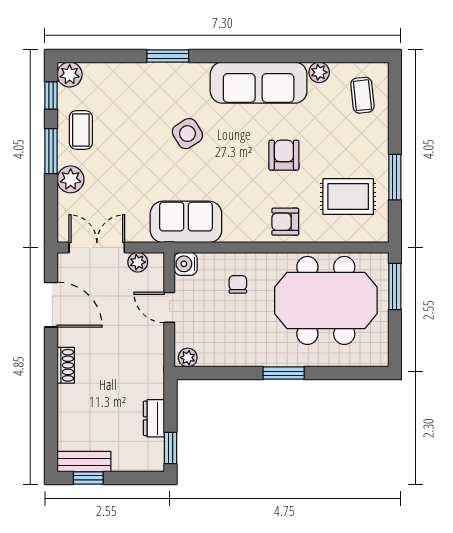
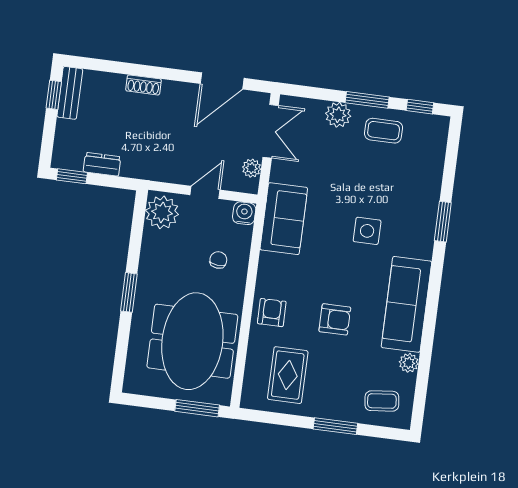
plant: (70, 75) -> (437, 127), removed
side table: (187, 134) -> (367, 231), turned 32
window: (395, 177) -> (335, 426), moved
chair: (238, 284) -> (218, 260), turned -85
plant: (188, 358) -> (162, 212), width x1.87, depth x1.87
shoe rack: (66, 365) -> (144, 85), moved

